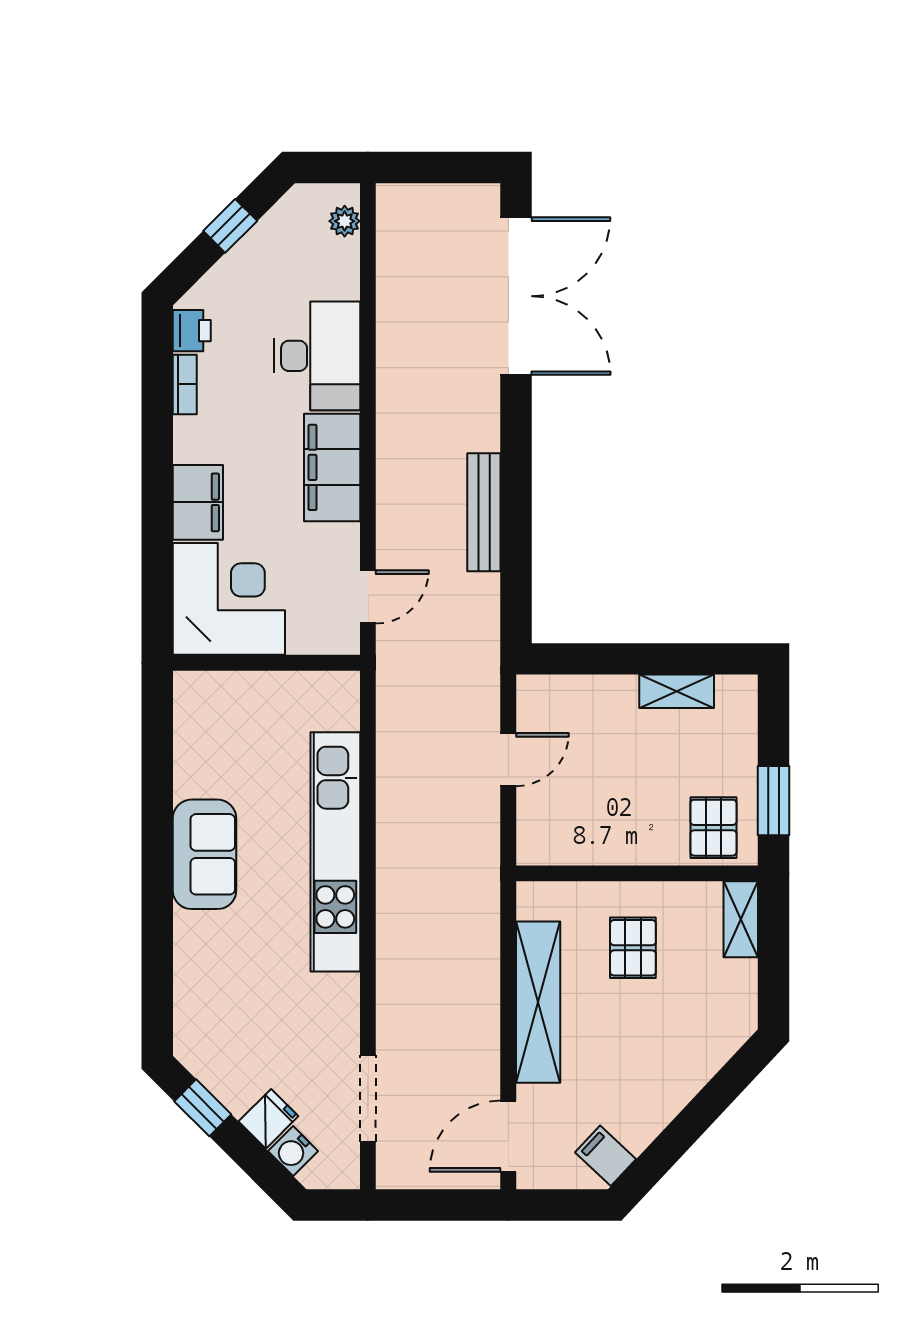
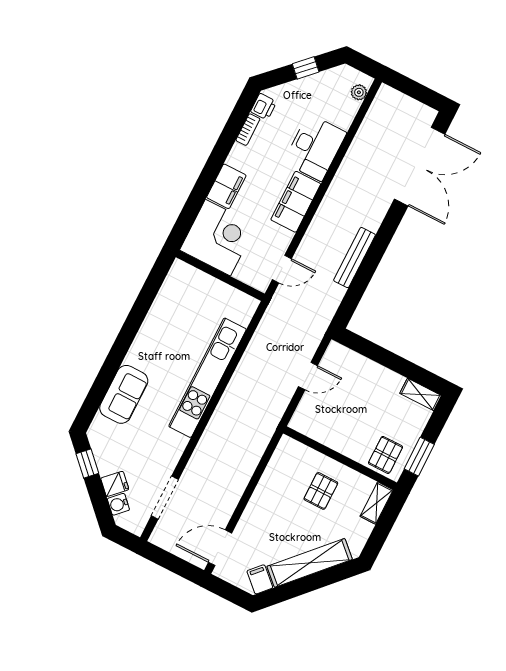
shelving: (677, 691) -> (421, 394), moved
sofa: (205, 854) -> (124, 394), moved
shelving: (538, 1002) -> (310, 563), moved, turned 43

